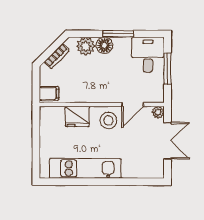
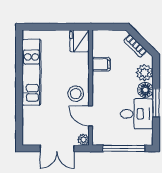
desk: (148, 55) -> (137, 114), moved
window: (168, 69) -> (124, 148), width x1.44
filing cabinet: (49, 93) -> (101, 64), moved, turned -90
fridge: (77, 116) -> (80, 41), moved

